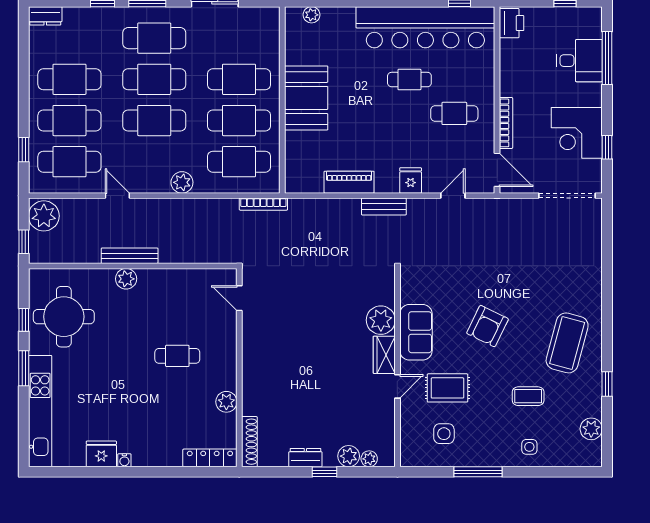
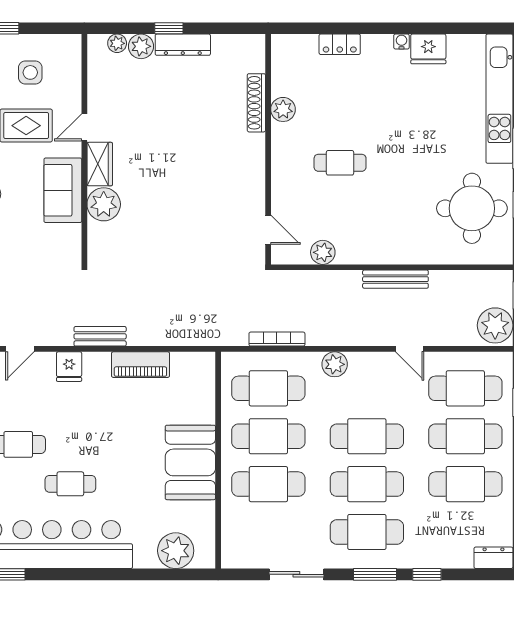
plant: (312, 15) -> (176, 551), width x1.87, depth x1.87
bookcase: (263, 204) -> (277, 339), moved
plant: (126, 279) -> (323, 252), moved
shoe rack: (249, 442) -> (256, 103), moved
locker: (210, 458) -> (340, 44), moved, width x0.66
dresser: (305, 458) -> (183, 45), width x1.44

